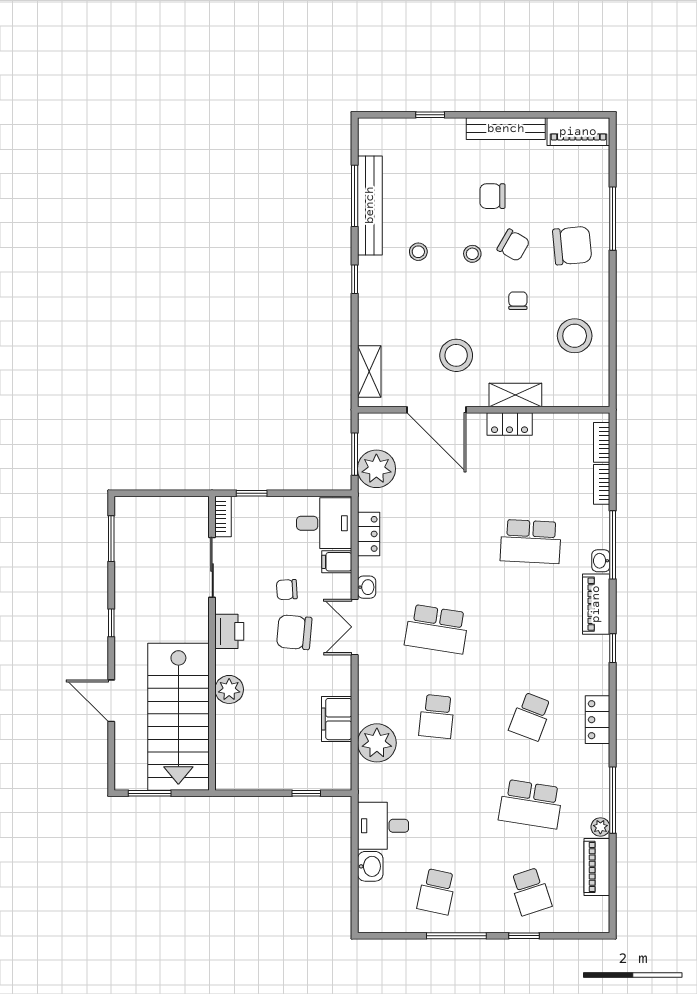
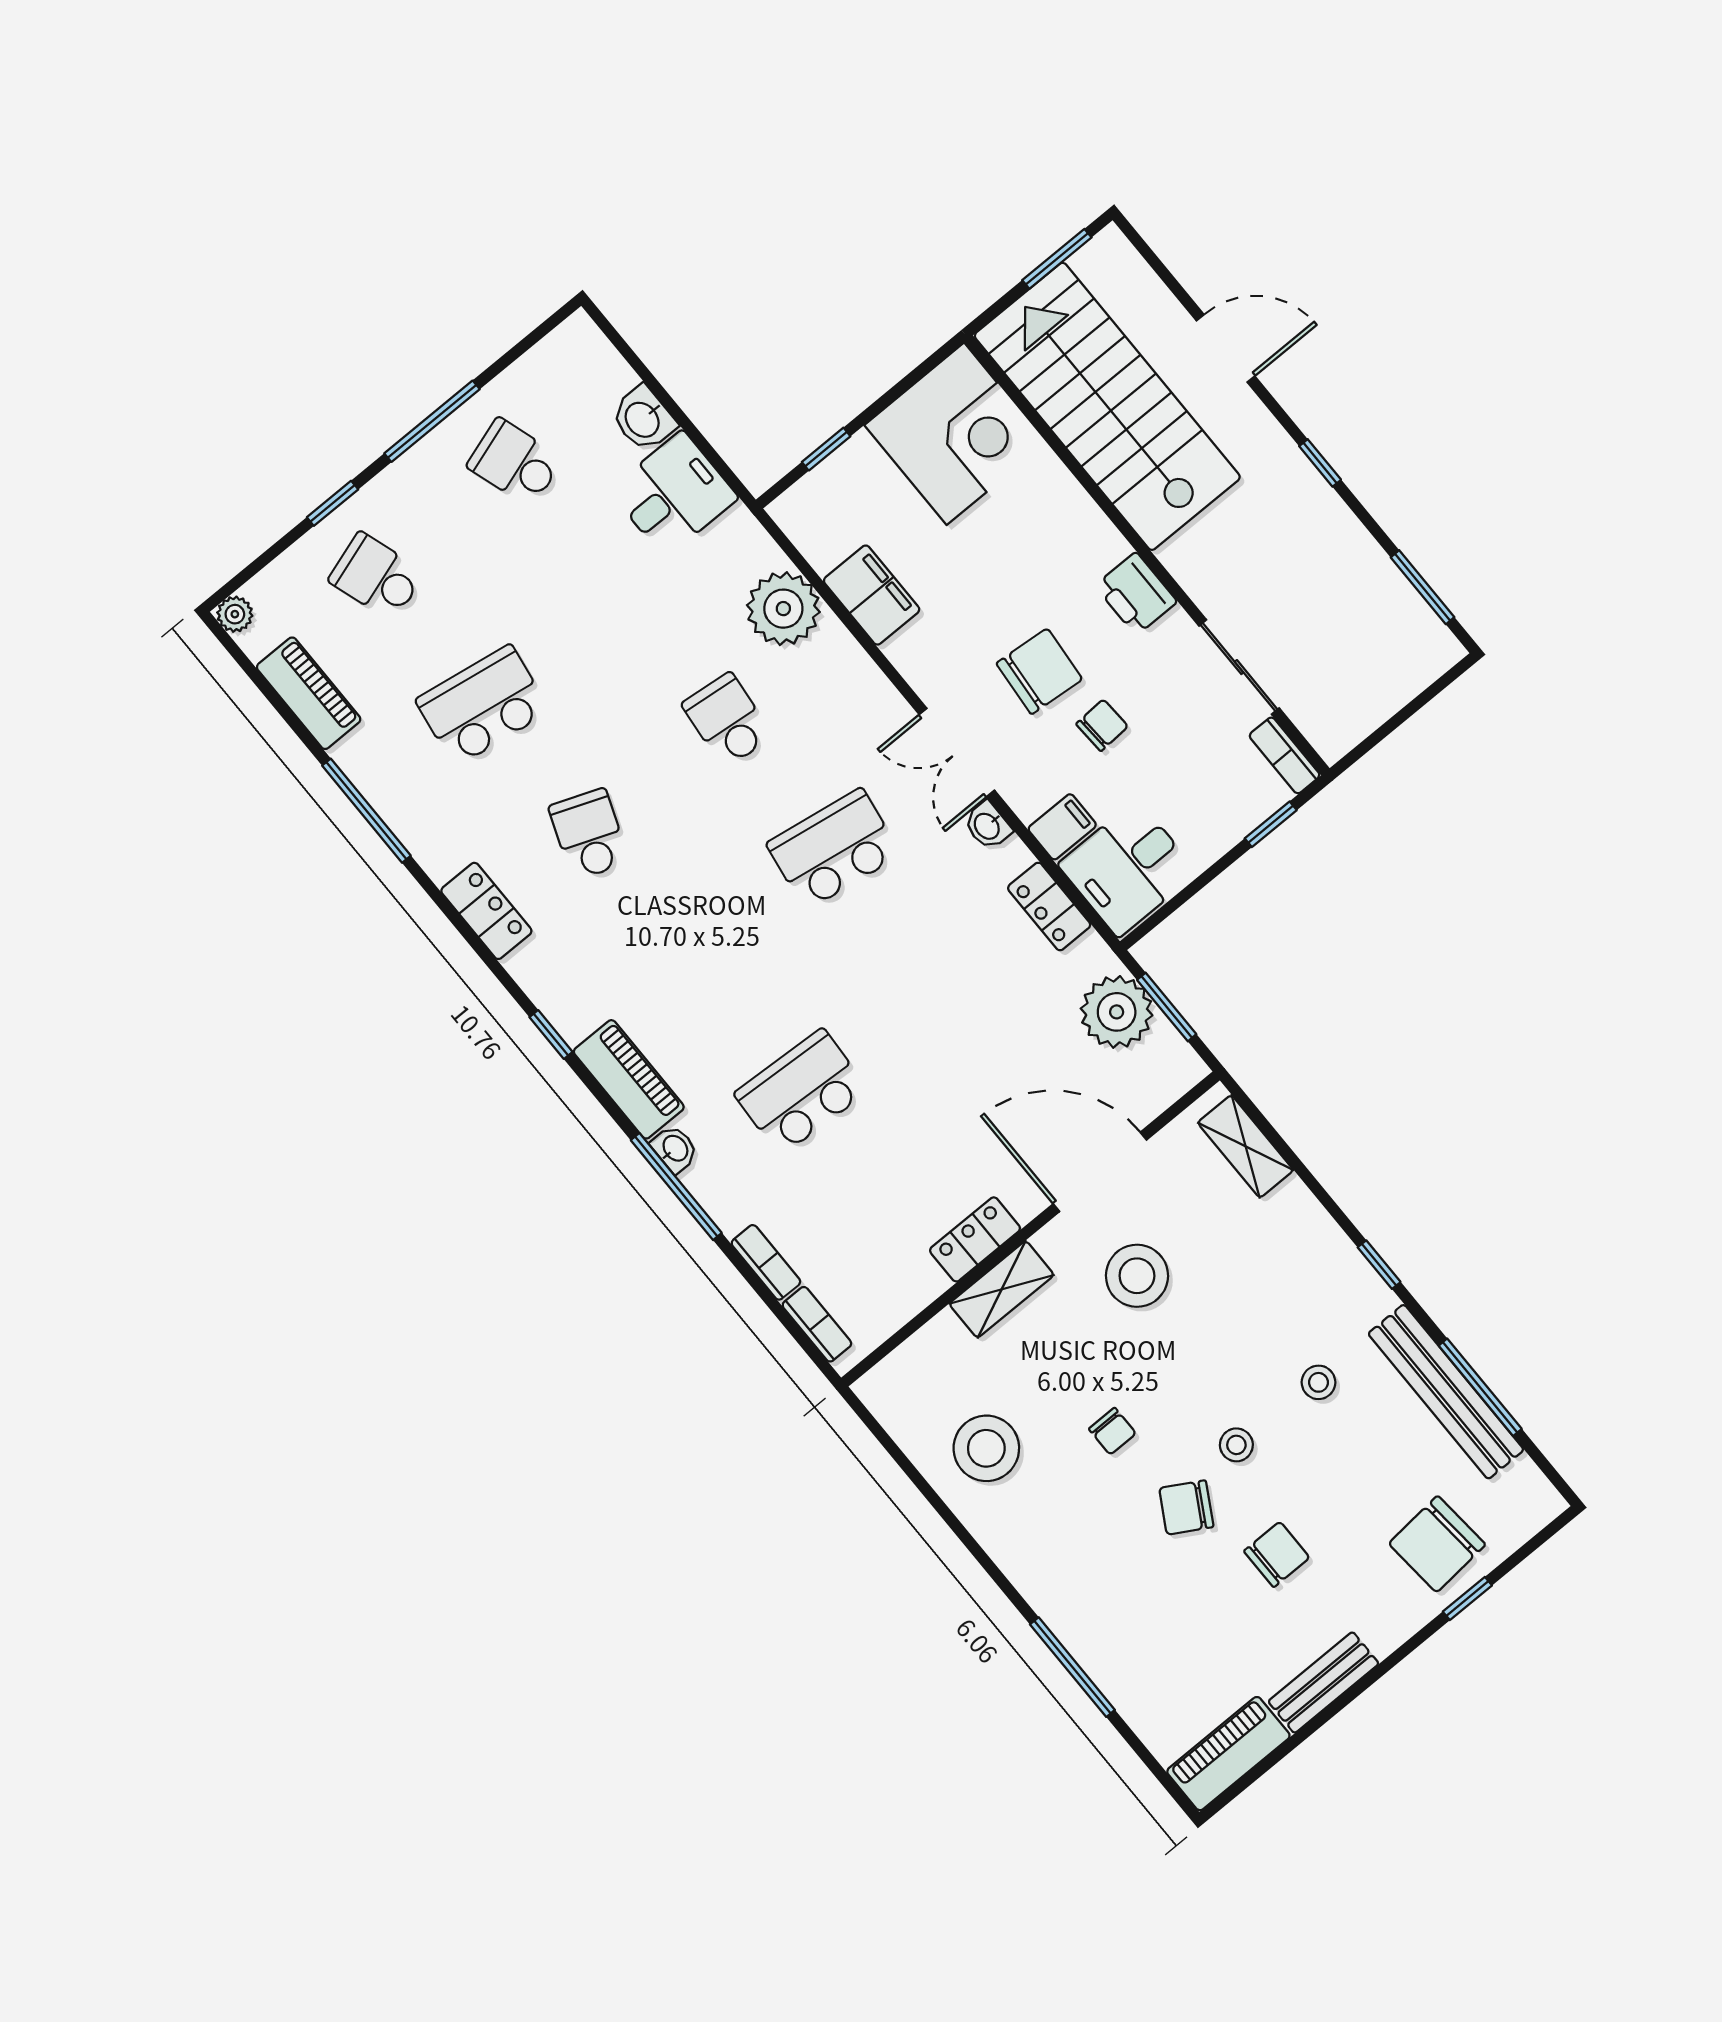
bench: (506, 129) -> (1323, 1683), width x0.73
chair: (572, 246) -> (1437, 1544), moved
double door: (355, 627) -> (957, 752), swing flipped
plant: (229, 689) -> (1066, 508), removed
corner desk: (249, 756) -> (955, 434), added
plant: (600, 827) -> (235, 614), moved
school desk: (437, 892) -> (515, 462), turned -30

